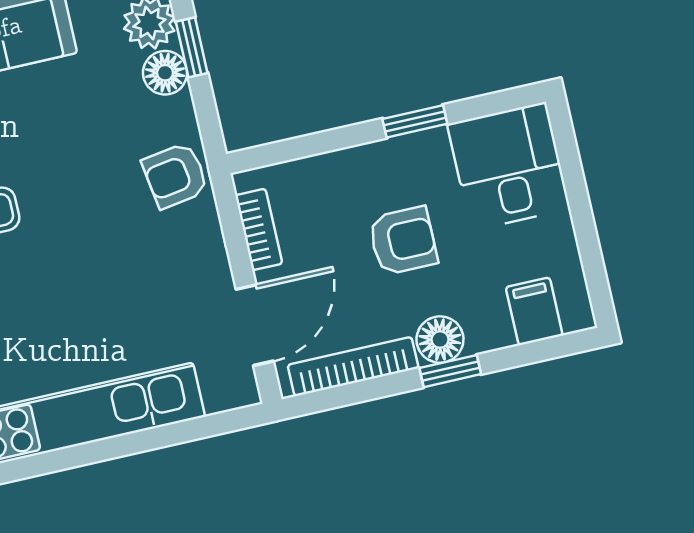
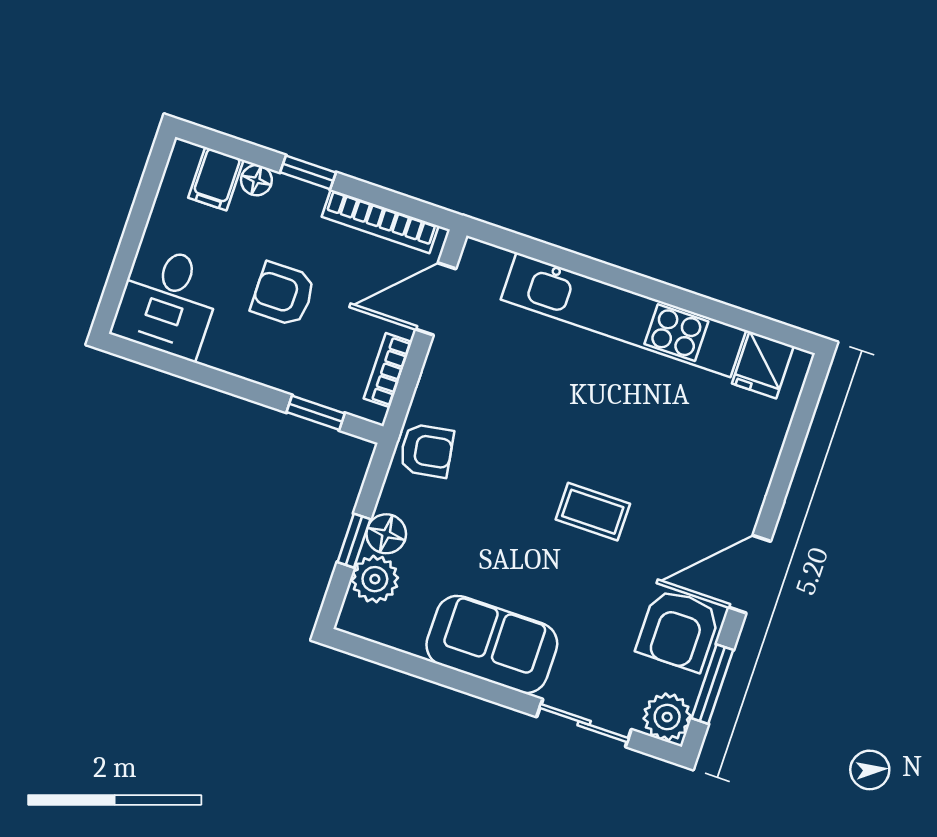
window: (415, 121) -> (316, 413), moved
floor lamp: (440, 340) -> (256, 180), moved, width x0.73, depth x0.73

